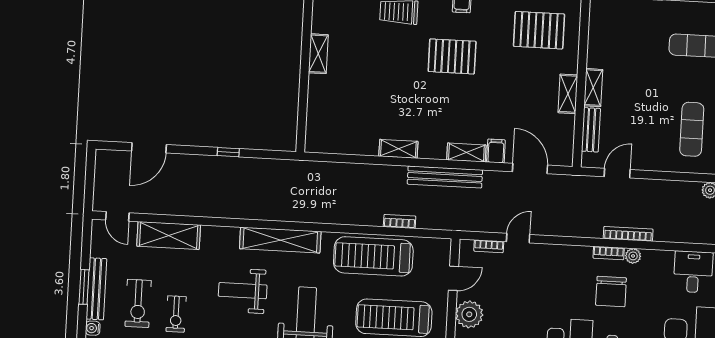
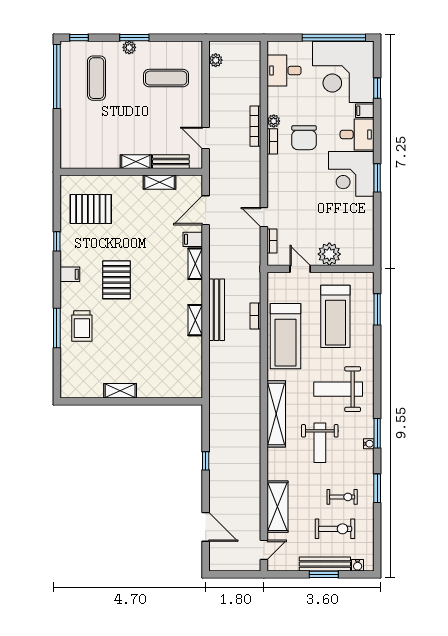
pallet: (539, 30) -> (91, 209), turned 90
shelving: (568, 94) -> (160, 182), moved
bench: (445, 177) -> (217, 310), moved
chair: (611, 292) -> (304, 138), turned 90

